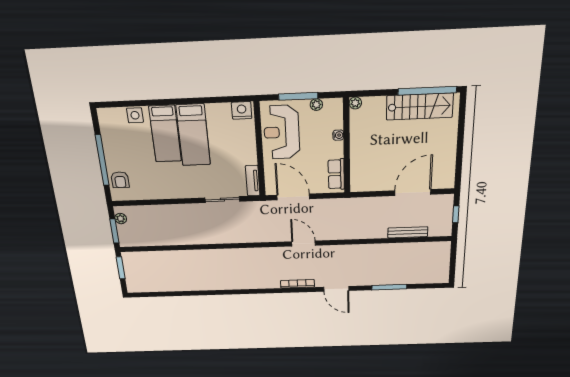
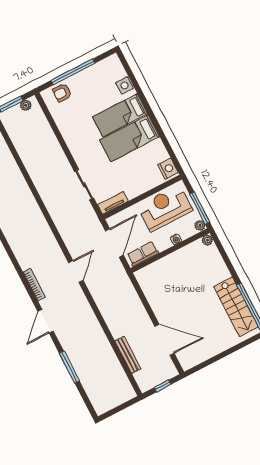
plant: (355, 103) -> (207, 240), moved
water cooler: (338, 135) -> (176, 239), moved
wall: (347, 146) -> (170, 251), moved
row of seats: (336, 174) -> (143, 254), moved

